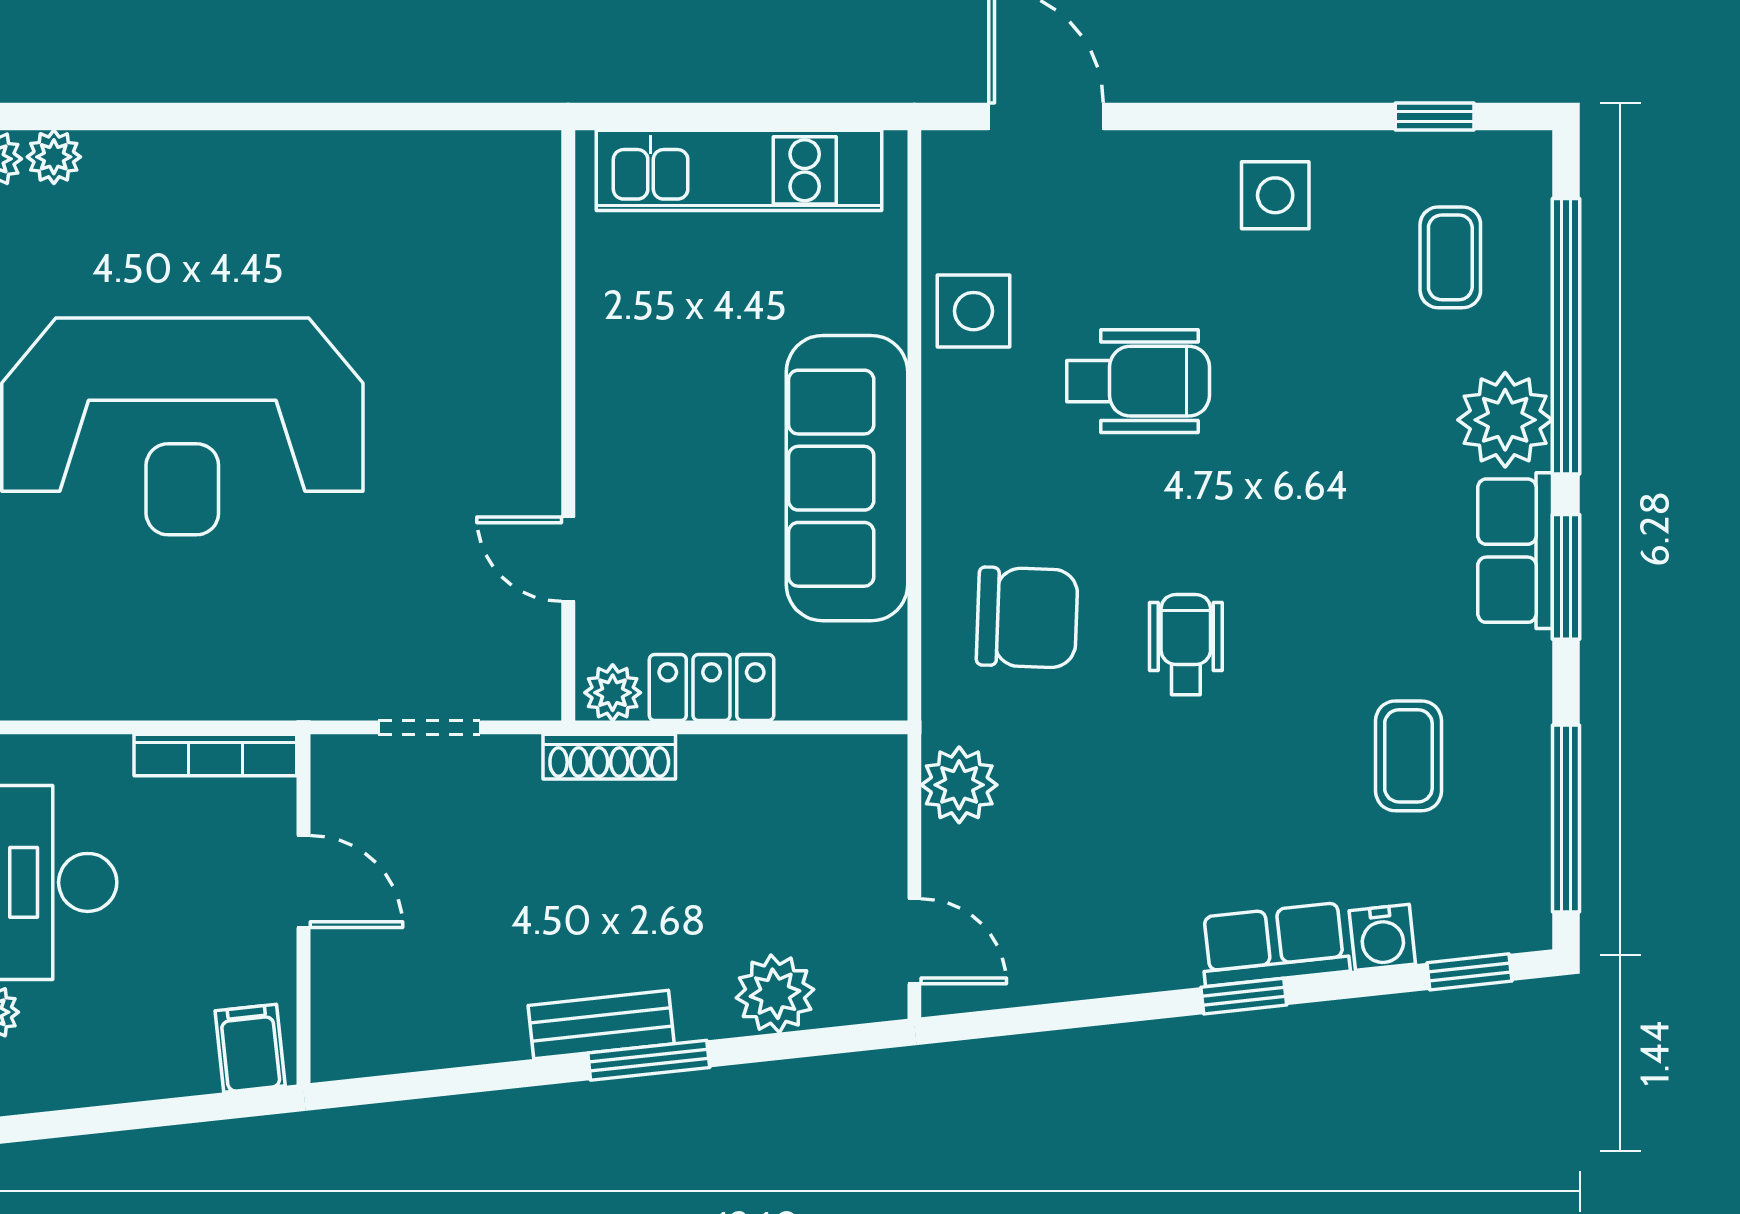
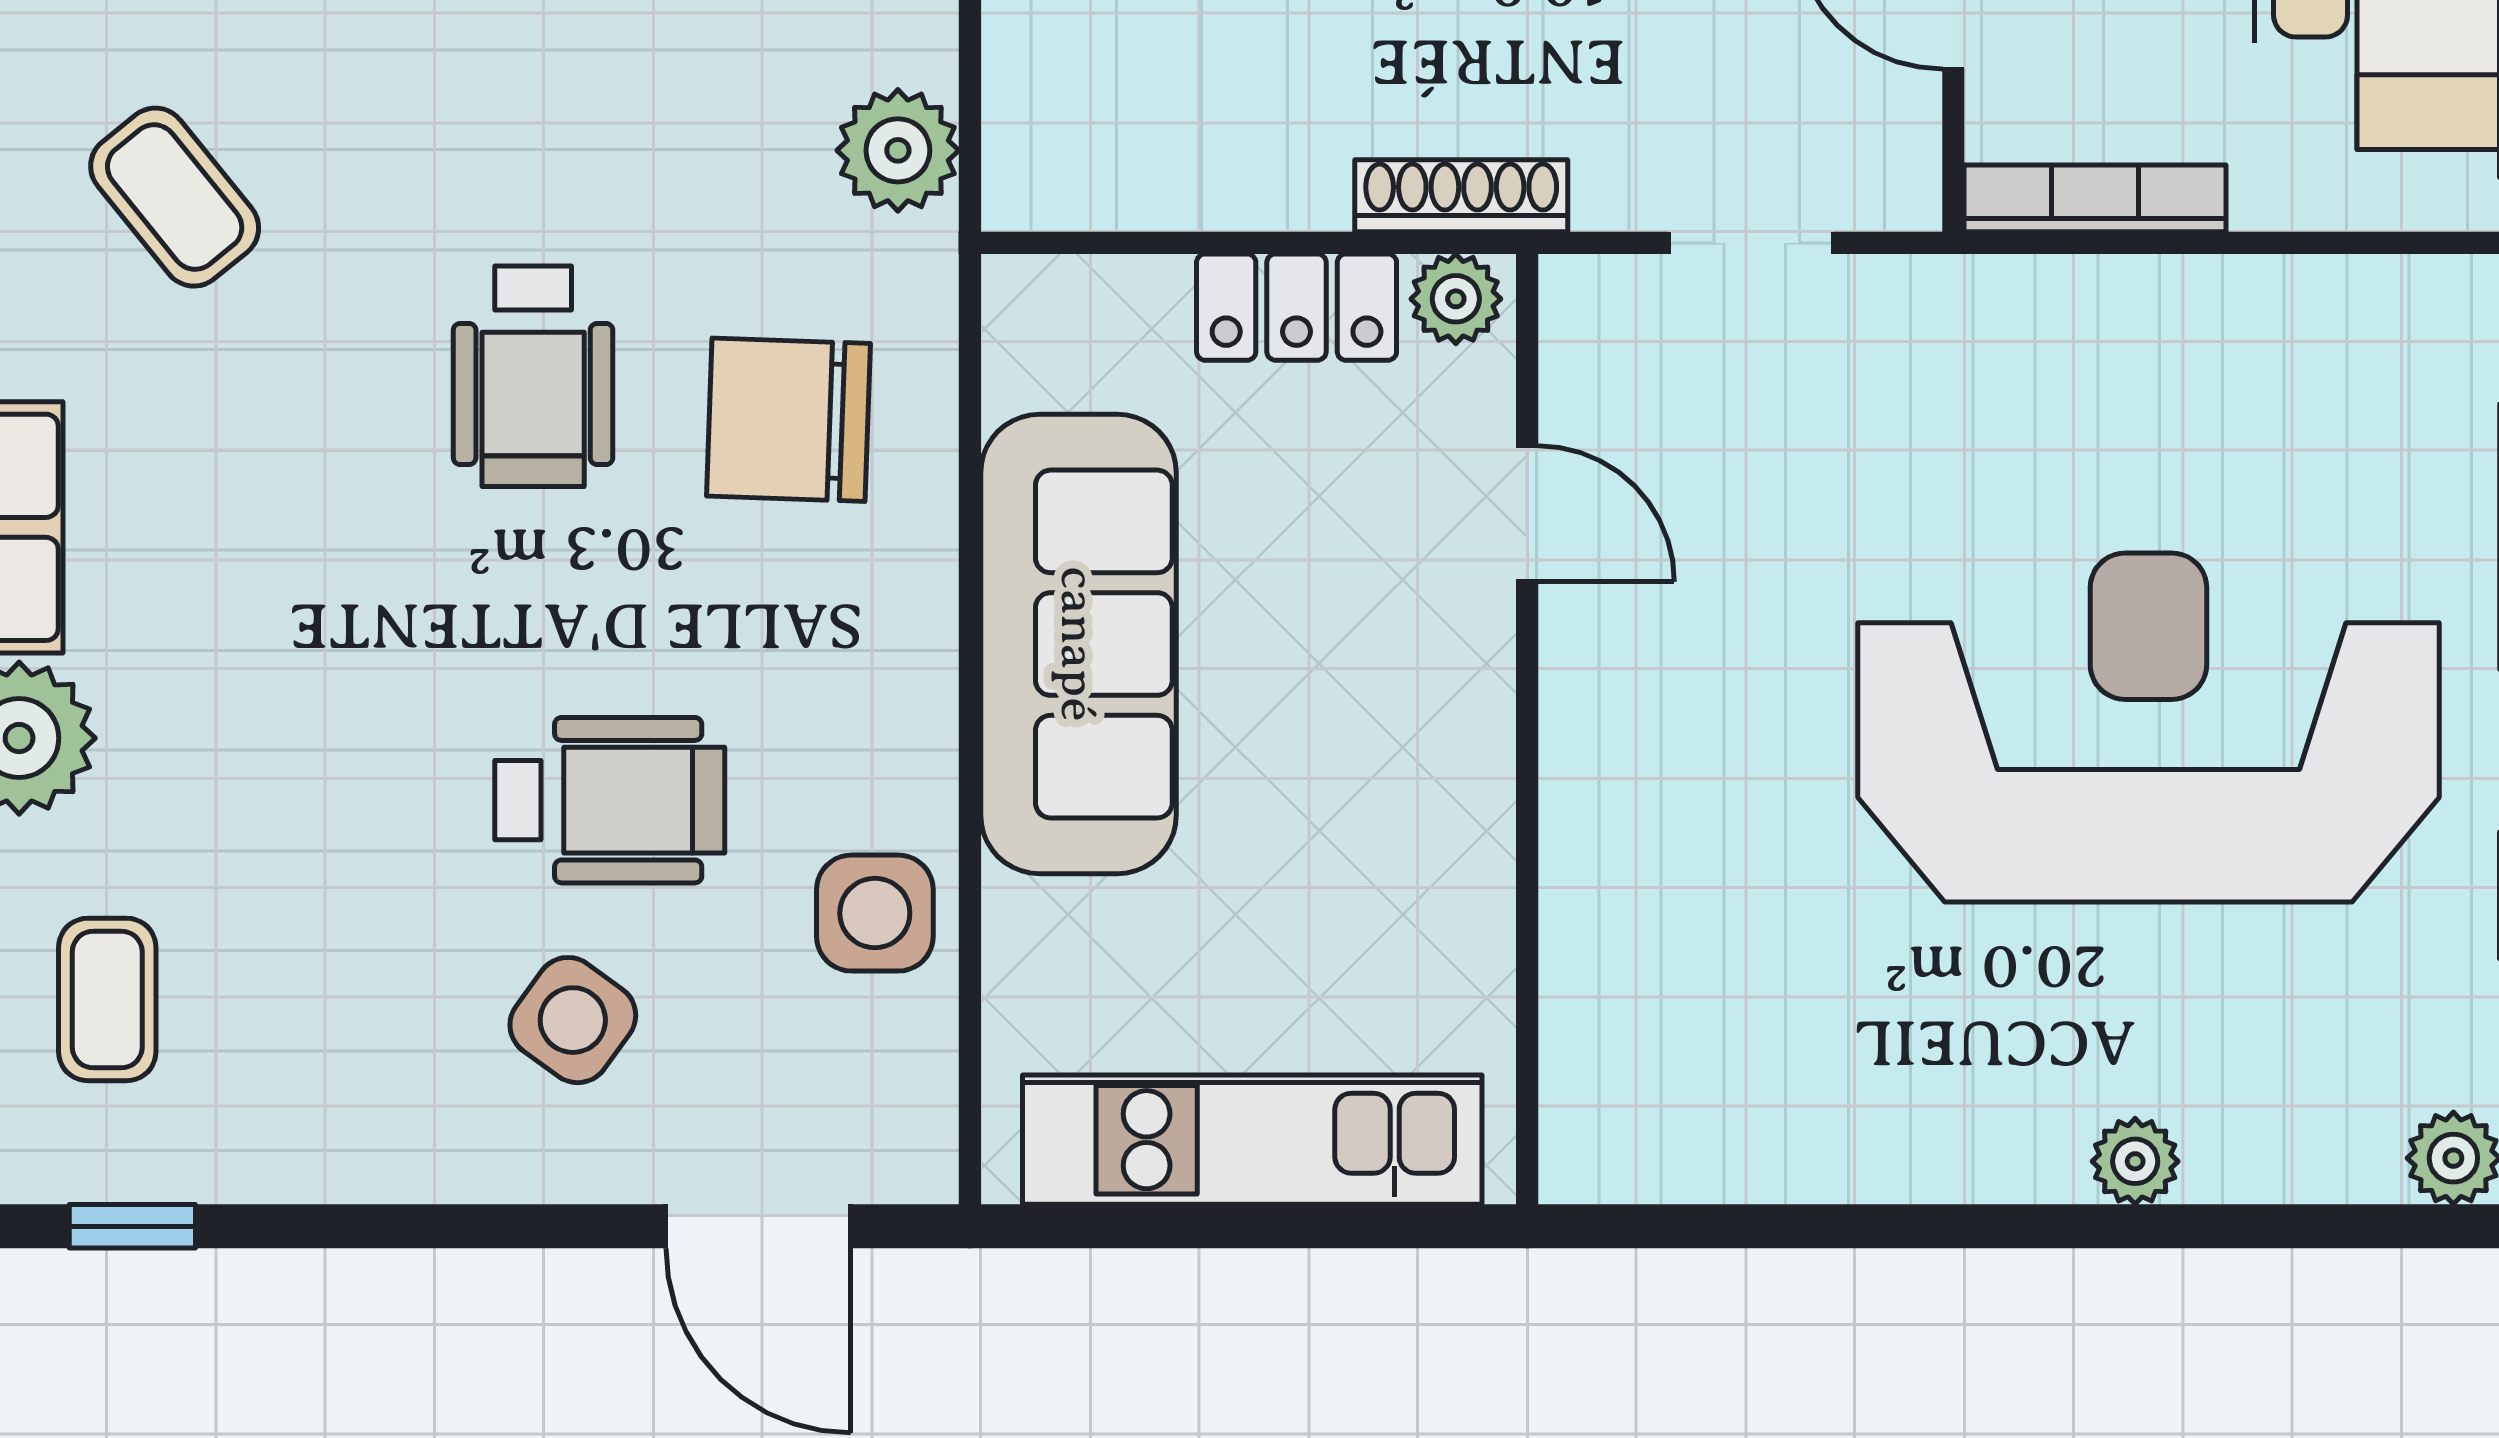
plant: (54, 157) -> (2135, 1161), moved
side table: (1275, 195) -> (573, 1020), moved, turned 36
wheelchair: (1138, 381) -> (610, 800), turned 180
wheelchair: (1186, 644) -> (533, 376), width x1.36, depth x1.37
coffee table: (1408, 756) -> (175, 197), turned -39

